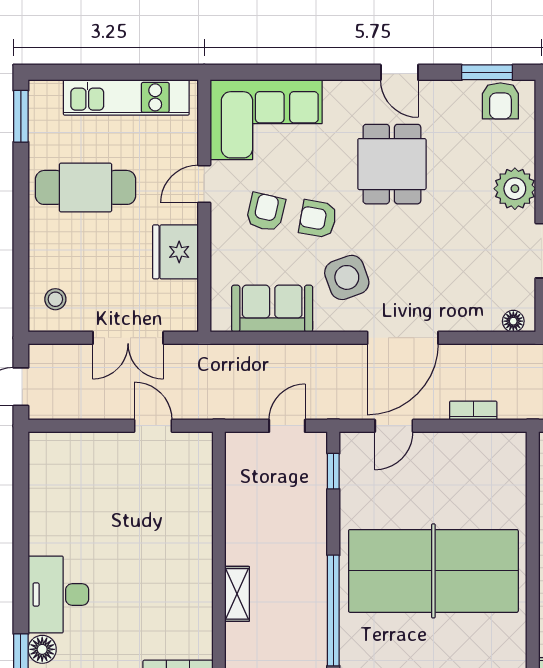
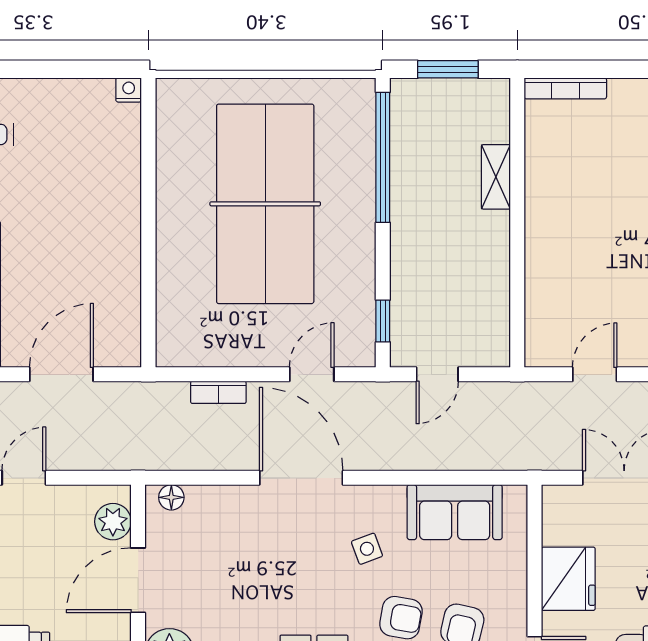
side table: (347, 277) -> (367, 549), width x0.54, depth x0.54
door: (403, 338) -> (301, 478), hinge flipped
door: (153, 426) -> (595, 374), swing flipped
table tennis table: (433, 571) -> (265, 204), turned 90

